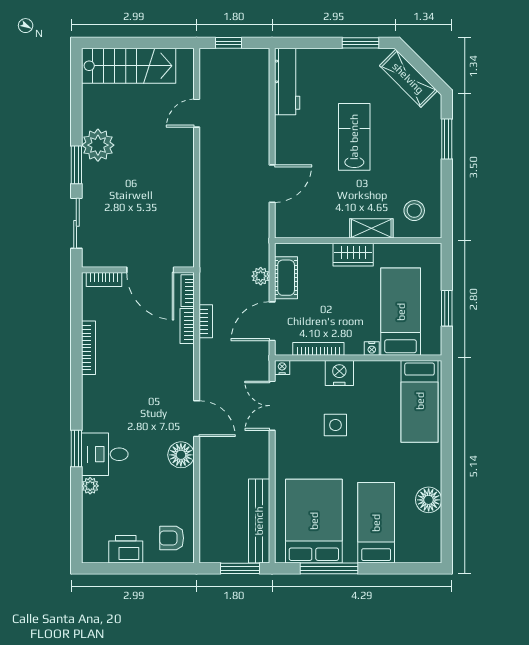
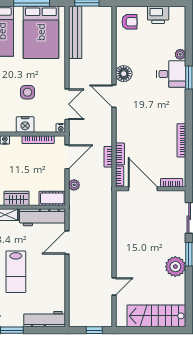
workbench: (287, 81) -> (45, 319), moved, turned 90
workbench: (311, 224) -> (42, 217), added
cot: (286, 278) -> (52, 198), moved, turned 90

